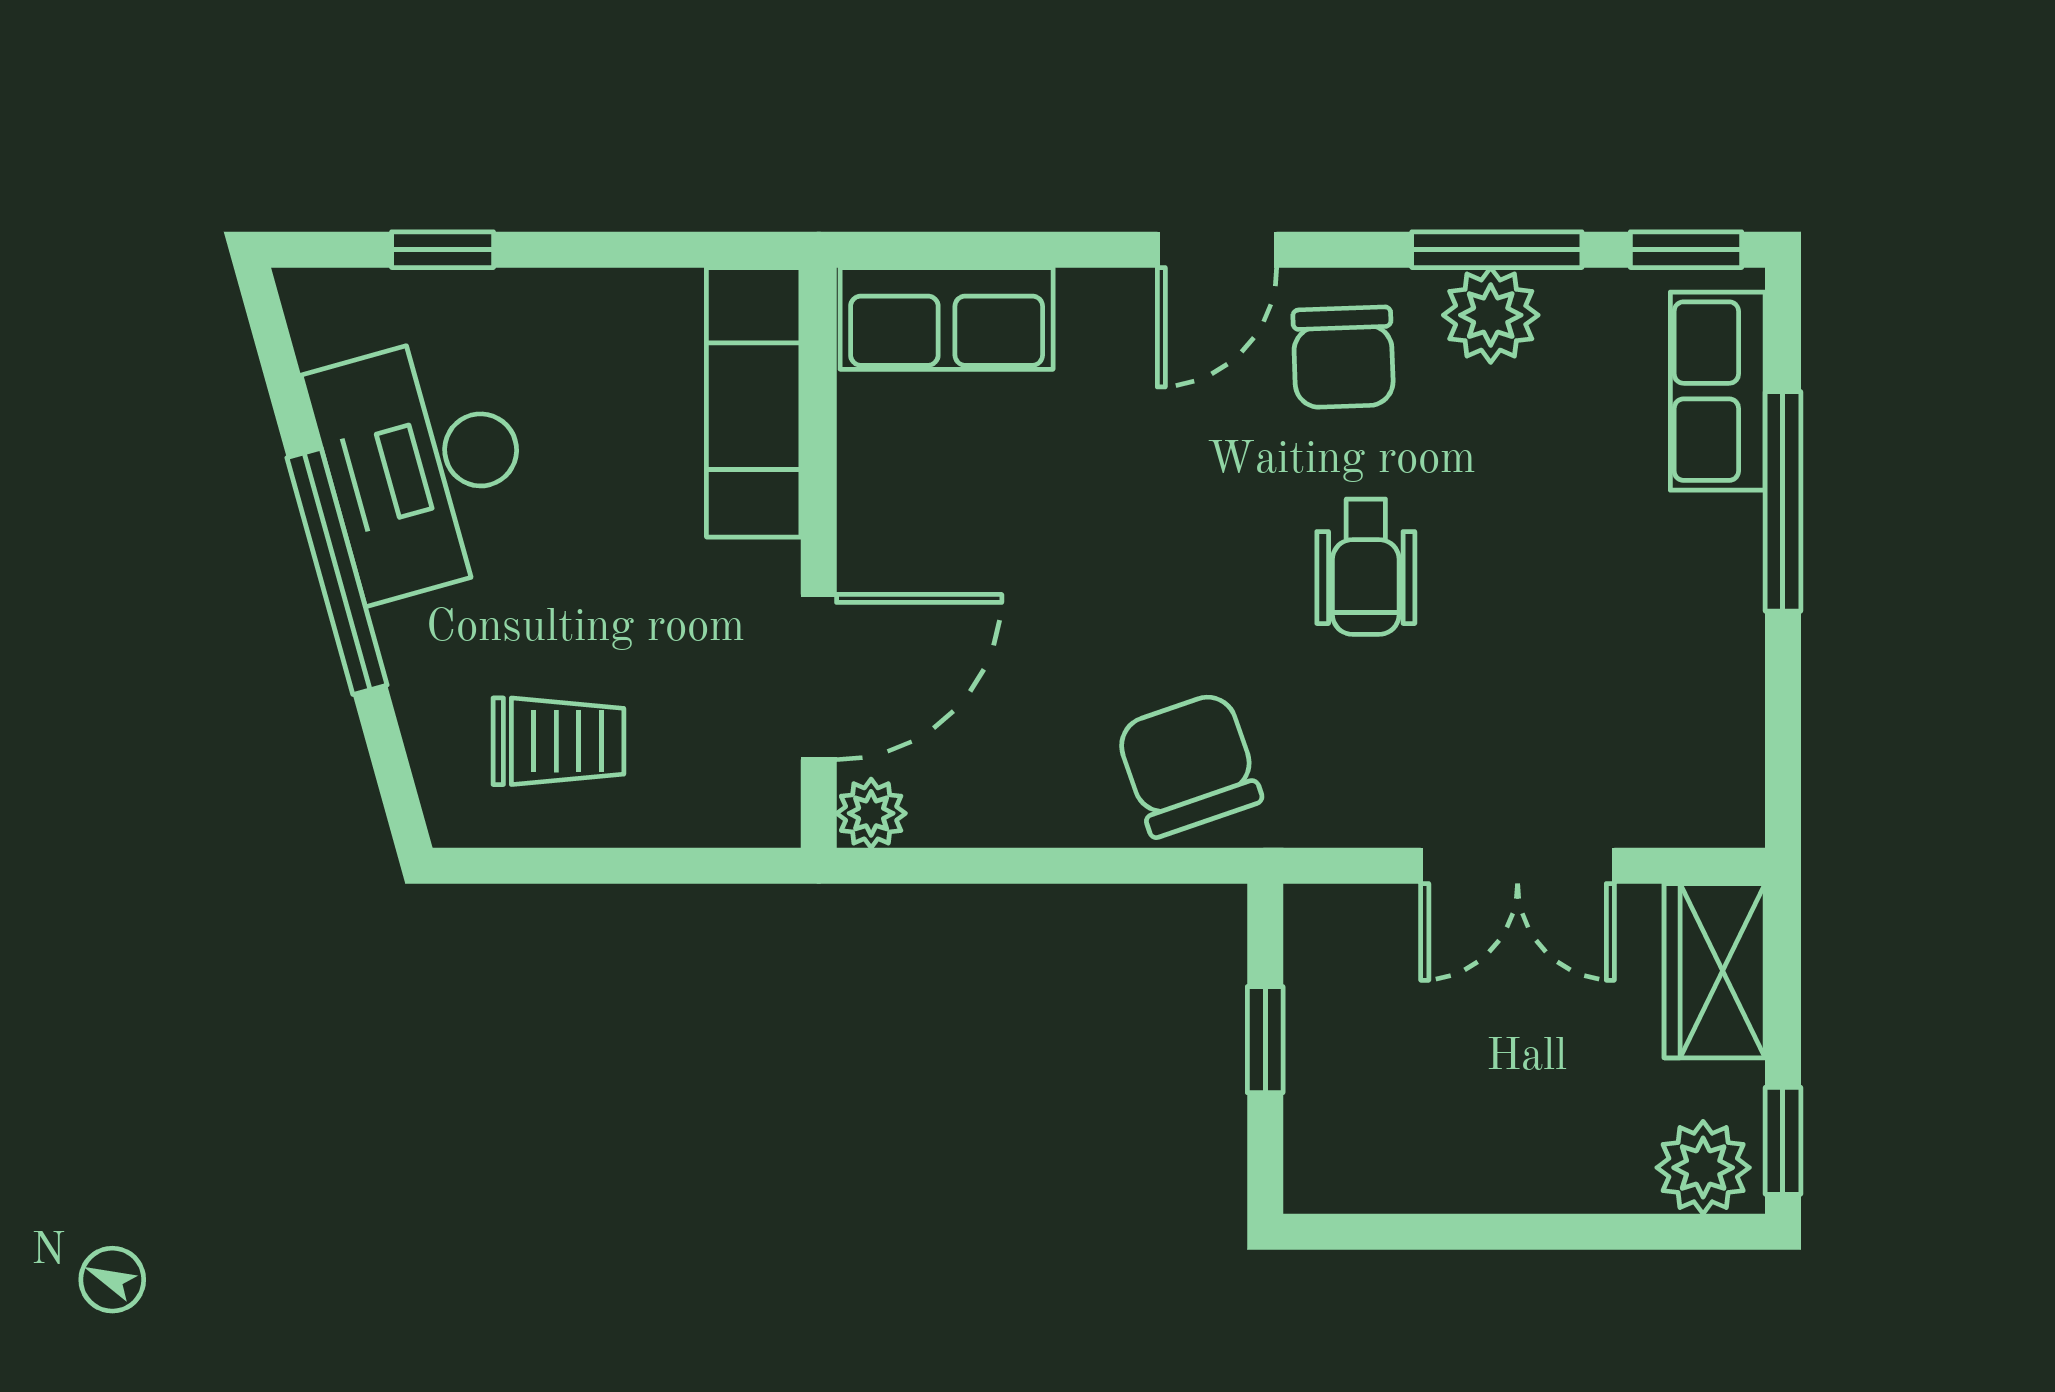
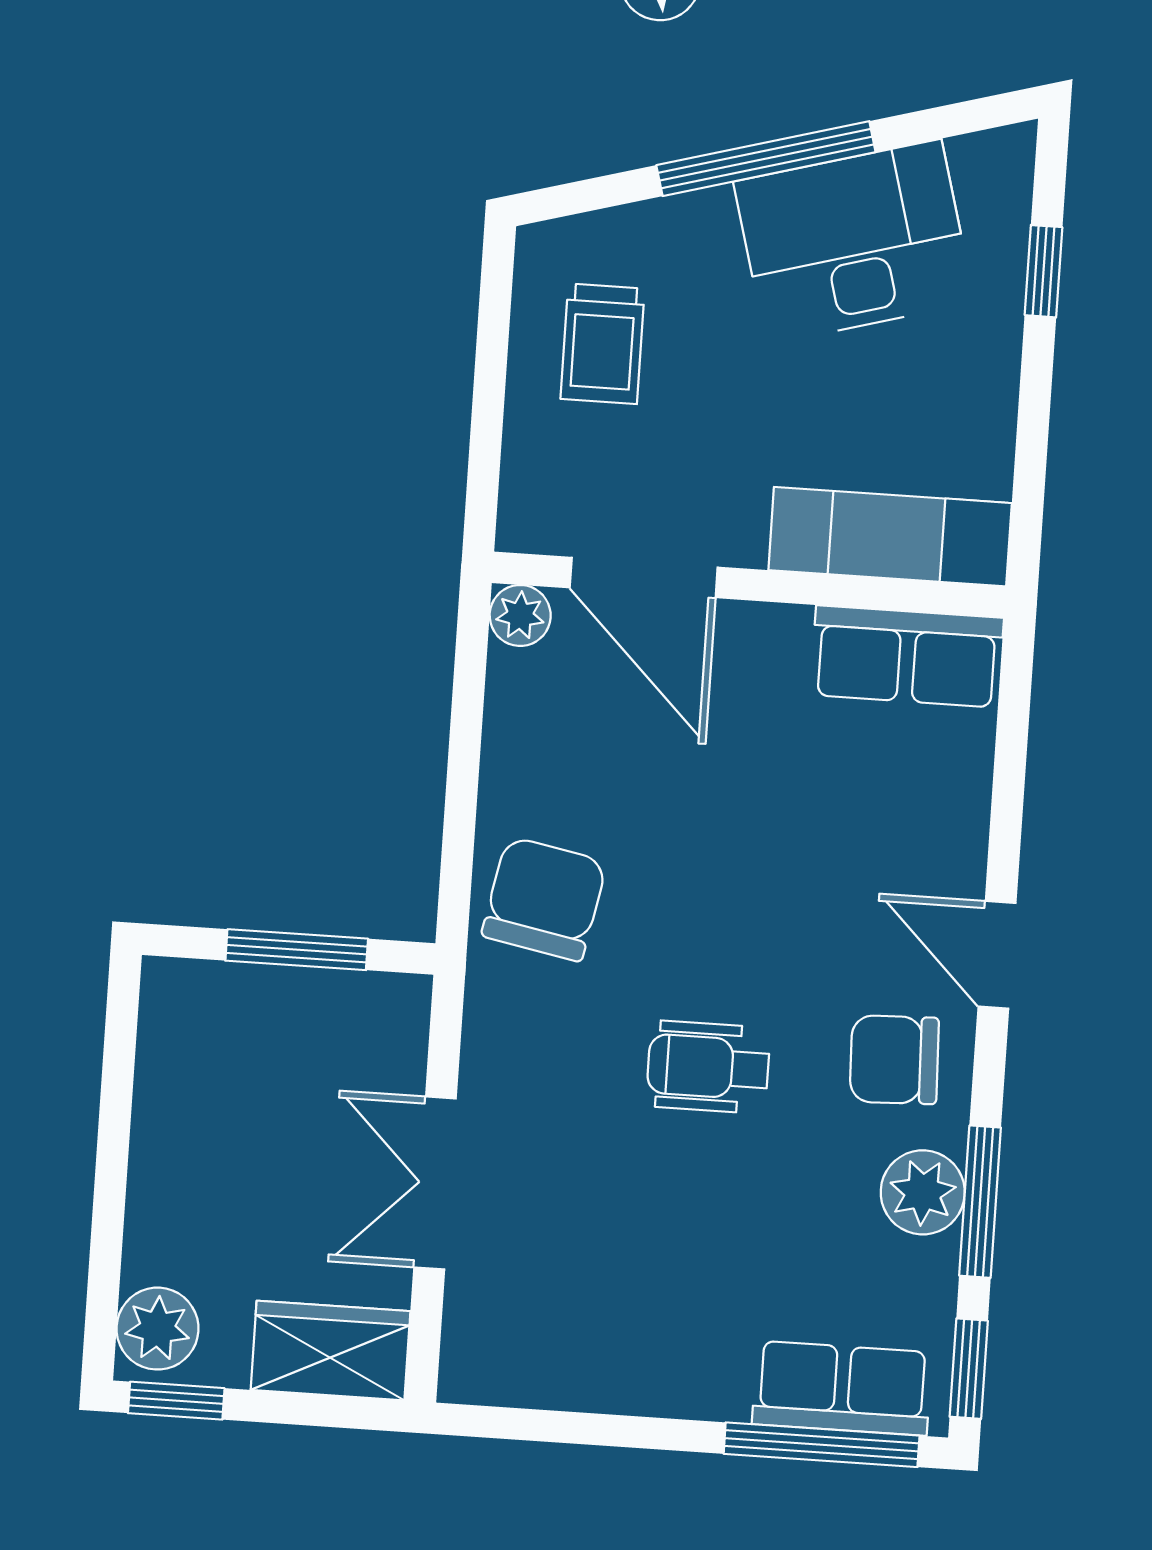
row of seats: (947, 318) -> (907, 656), moved, turned -90
window: (1783, 501) -> (822, 1445), moved
chair: (1189, 764) -> (544, 899), turned -60
window: (1265, 1040) -> (297, 950), width x1.50

